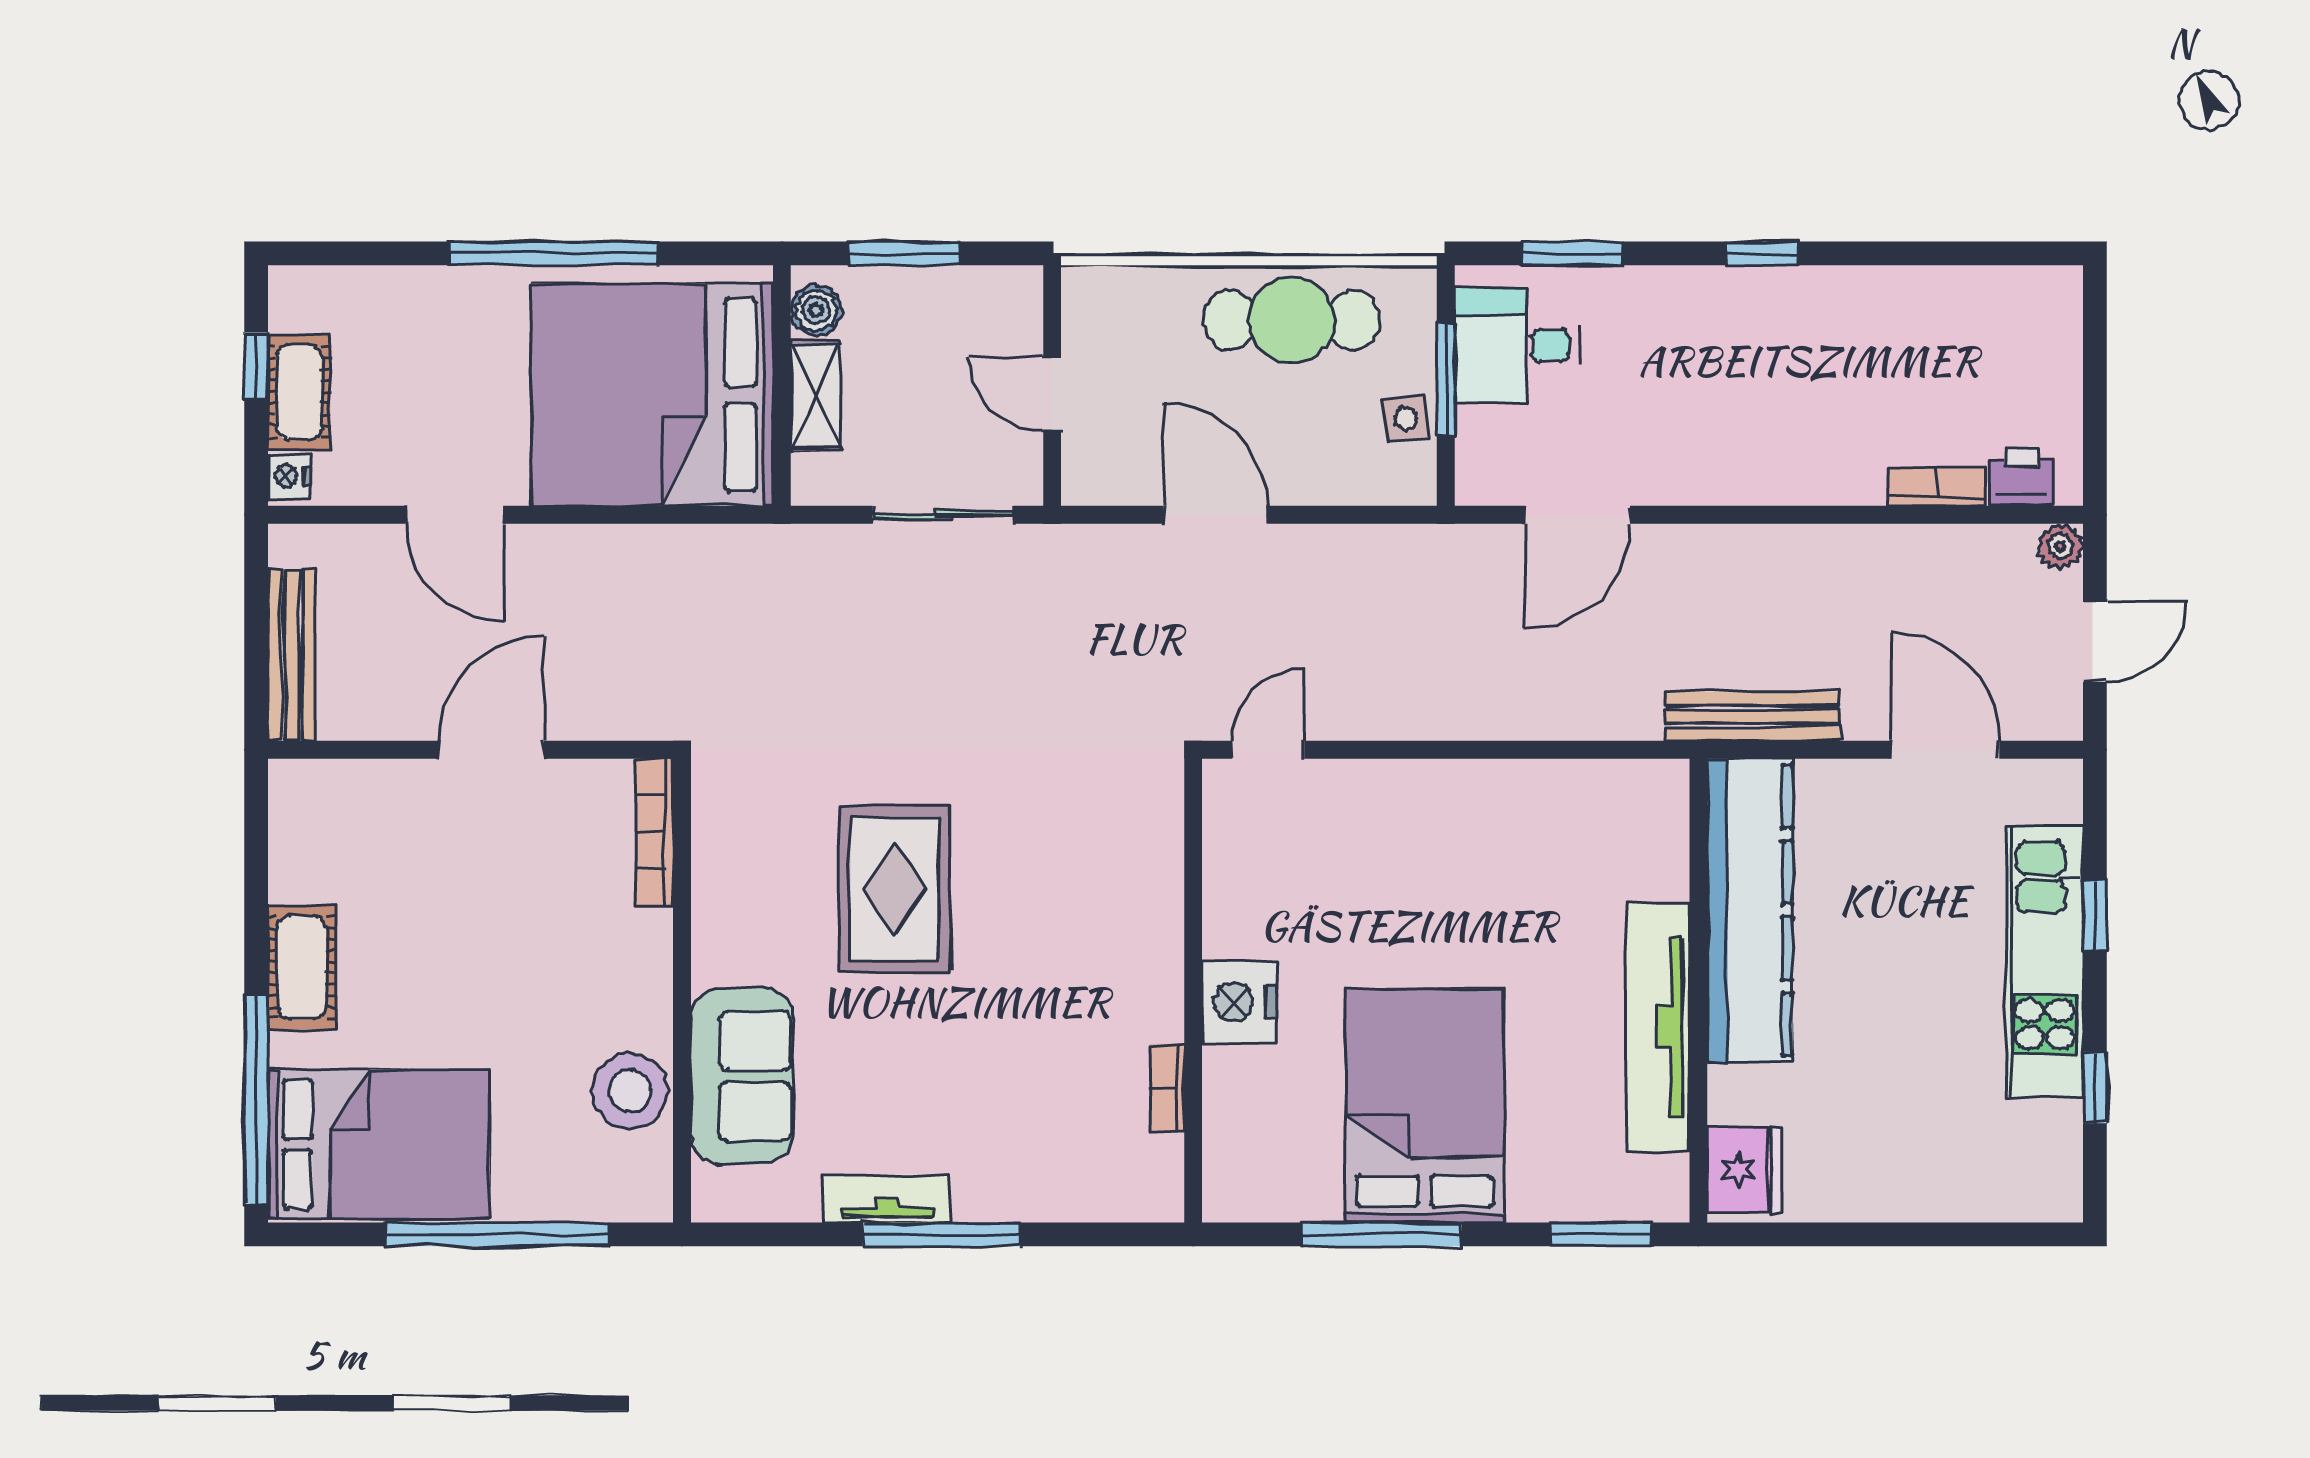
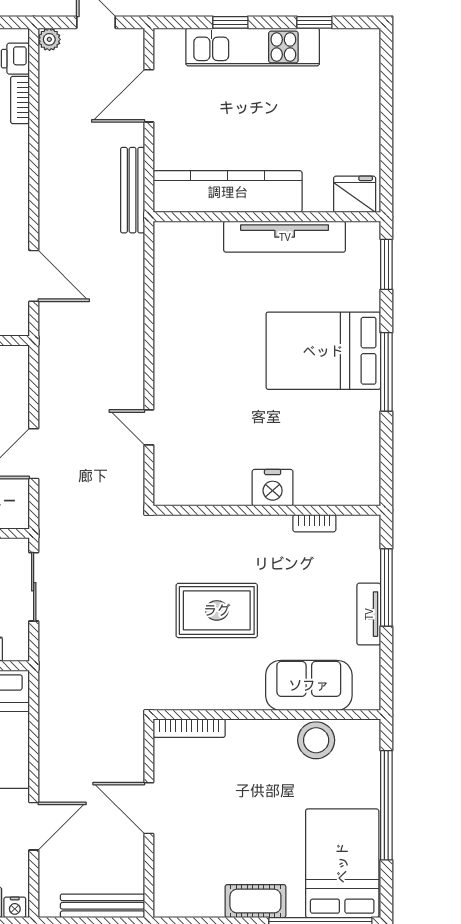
wall: (1193, 991) -> (267, 510), moved
nightstand: (1239, 1002) -> (273, 488), moved
bookcase: (1167, 1088) -> (314, 523), moved

